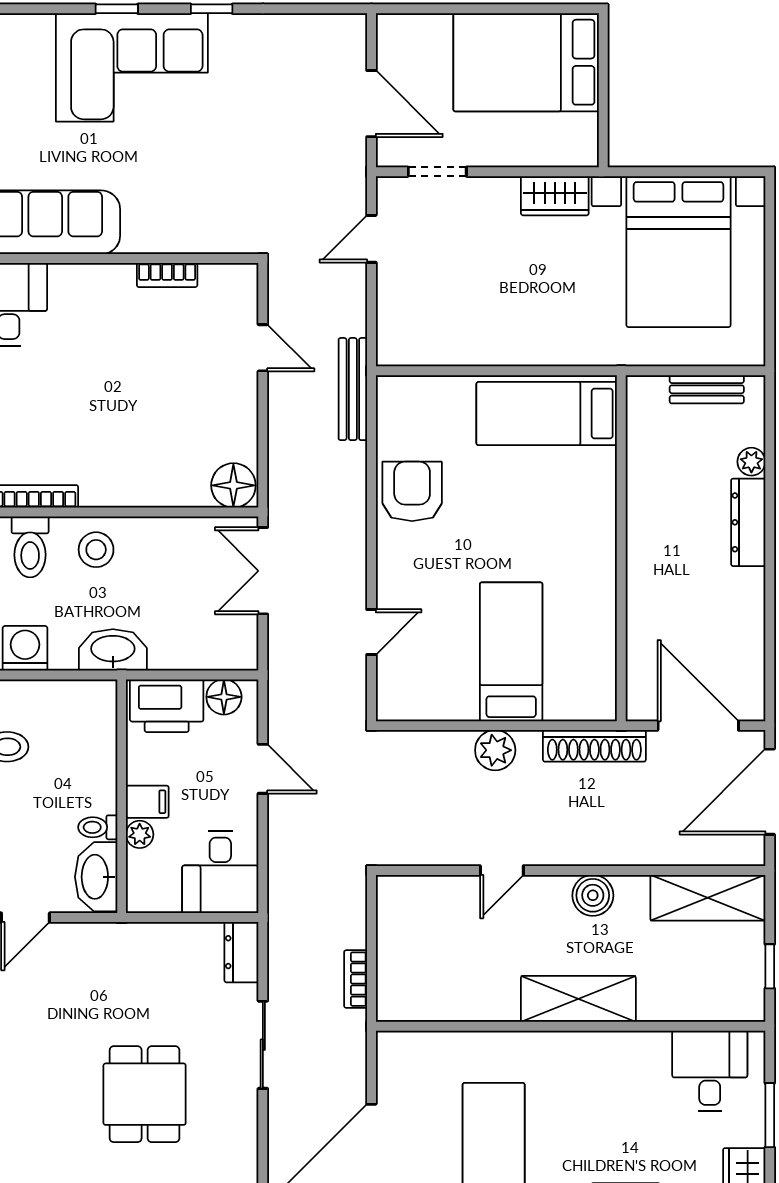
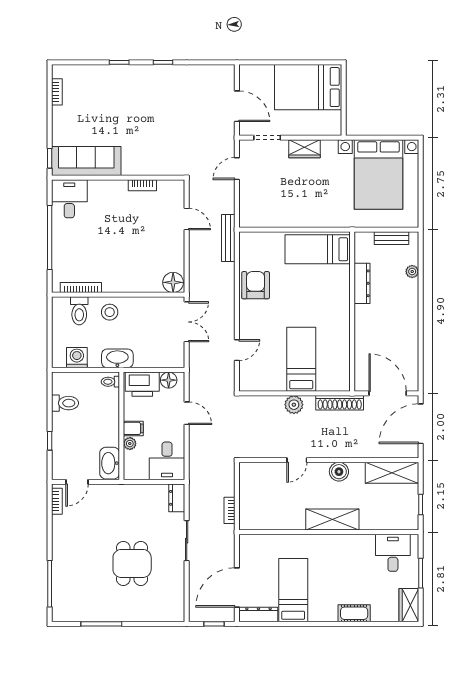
corner sofa: (132, 67) -> (126, 89), removed
wardrobe: (555, 196) -> (305, 149), moved
dresser: (748, 522) -> (362, 283), moved, turned 180
double door: (263, 571) -> (187, 322), swing flipped
toilet: (98, 827) -> (110, 382), moved

